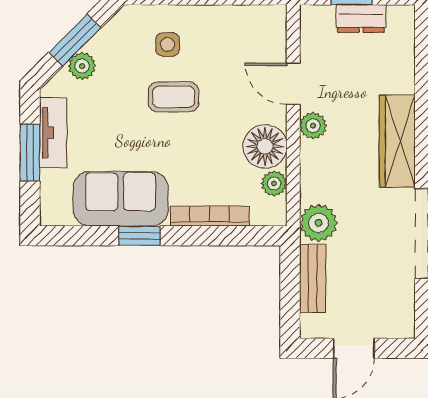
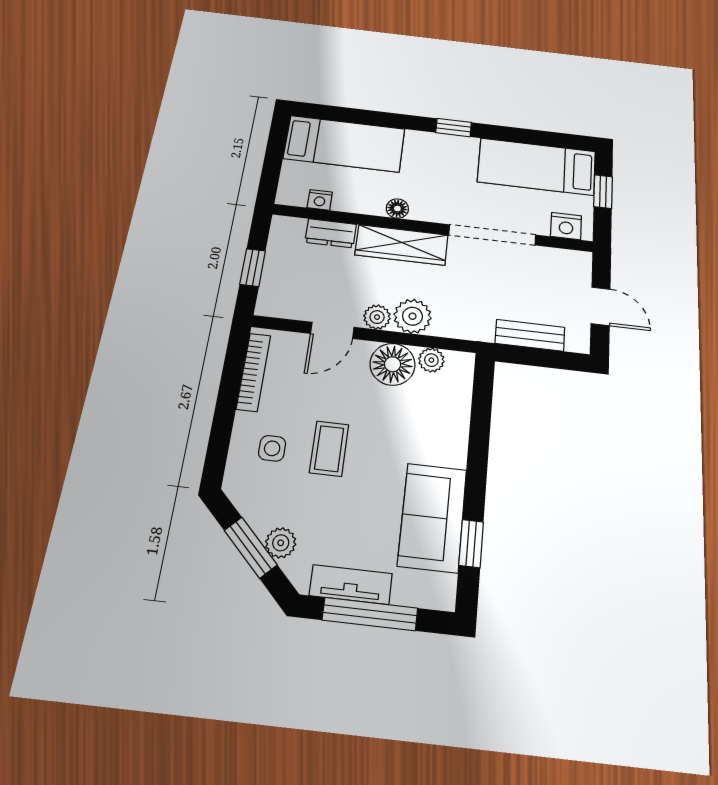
dresser: (361, 19) -> (331, 233), moved, turned 90
window: (30, 152) -> (370, 614), width x1.44
bookcase: (210, 216) -> (253, 372), moved, turned 180
plant: (318, 223) -> (412, 316), moved
window: (139, 236) -> (471, 544), moved

